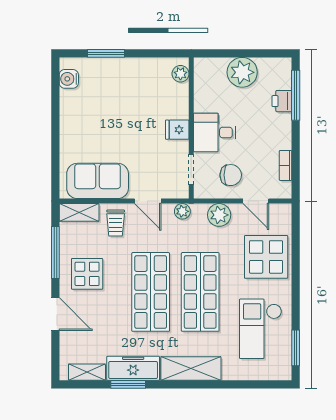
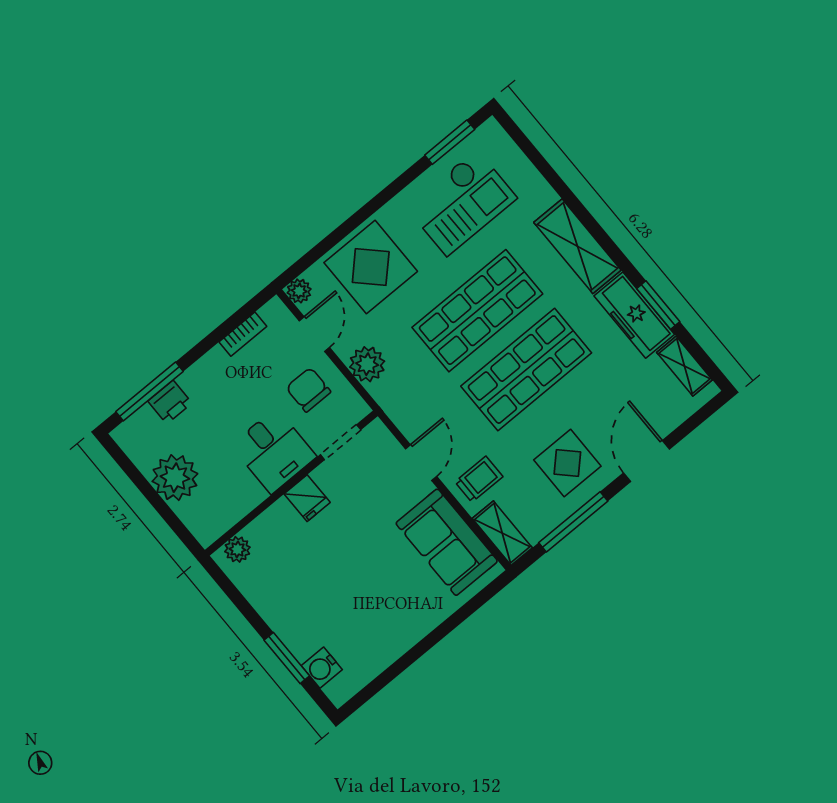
water cooler: (69, 79) -> (322, 668), moved, turned 90
plant: (182, 211) -> (299, 291), moved

